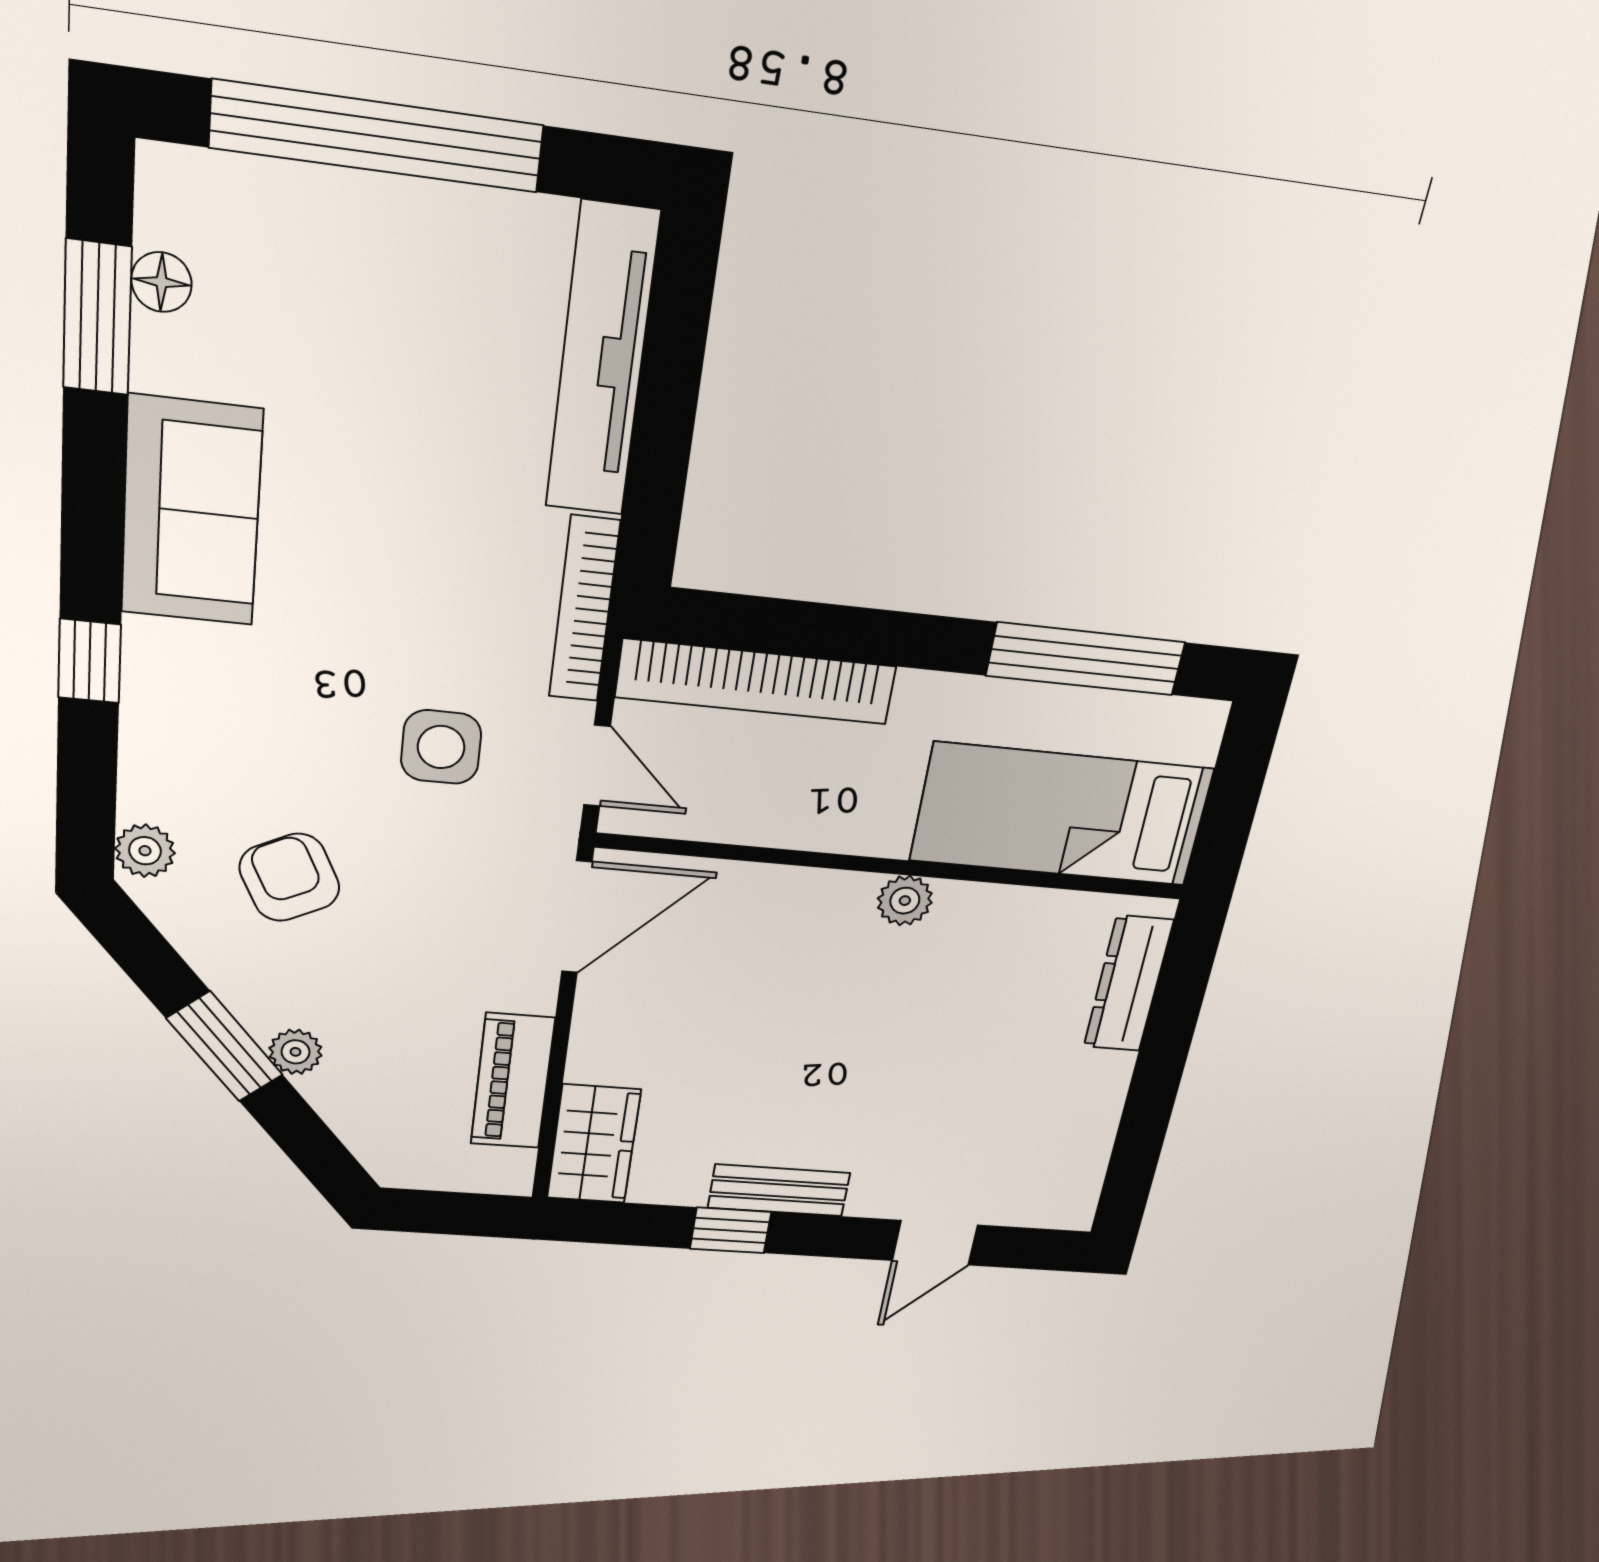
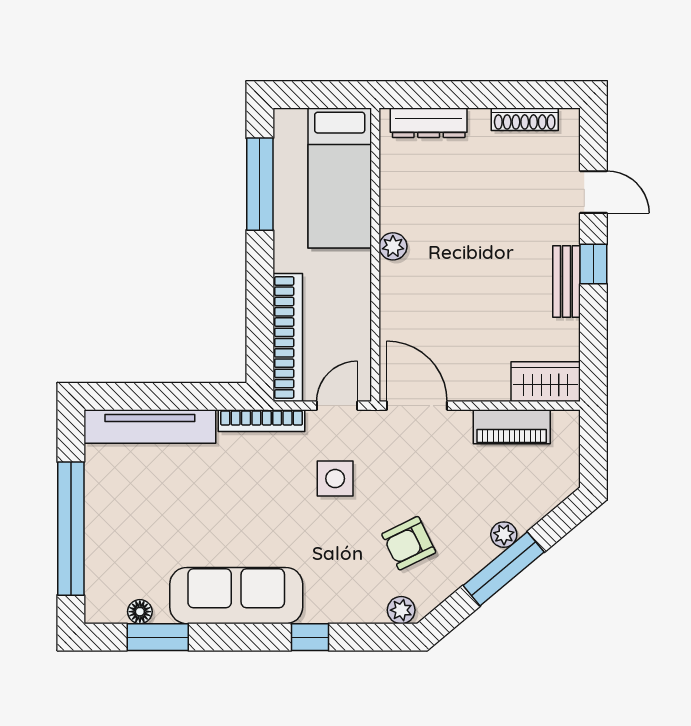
sofa: (191, 512) -> (236, 596), width x1.36
window: (225, 1047) -> (504, 569), width x1.44
shoe rack: (1093, 1144) -> (525, 119), added
window: (731, 1230) -> (593, 264), moved

